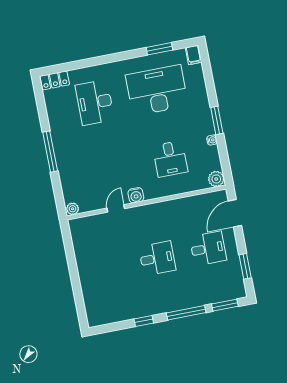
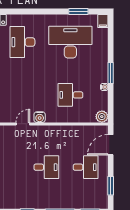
desk: (170, 159) -> (70, 95), turned 90

